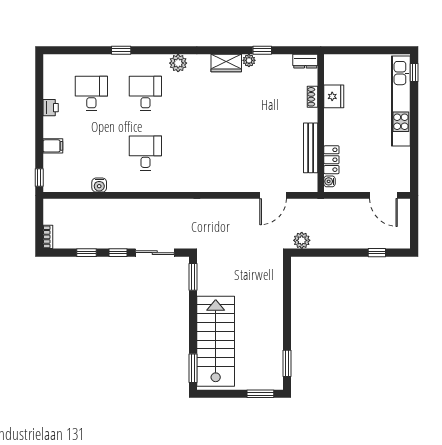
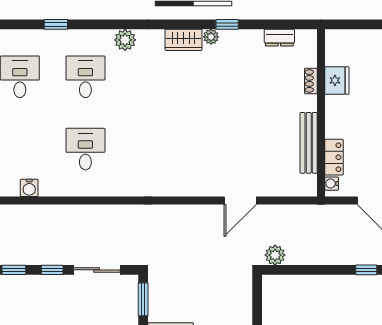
fridge: (334, 96) -> (337, 80), moved
shoe rack: (312, 97) -> (311, 81), moved
wall: (321, 123) -> (321, 113), moved
bench: (311, 148) -> (309, 143), moved
locker: (331, 160) -> (334, 157), moved
water cooler: (329, 181) -> (332, 184), moved

